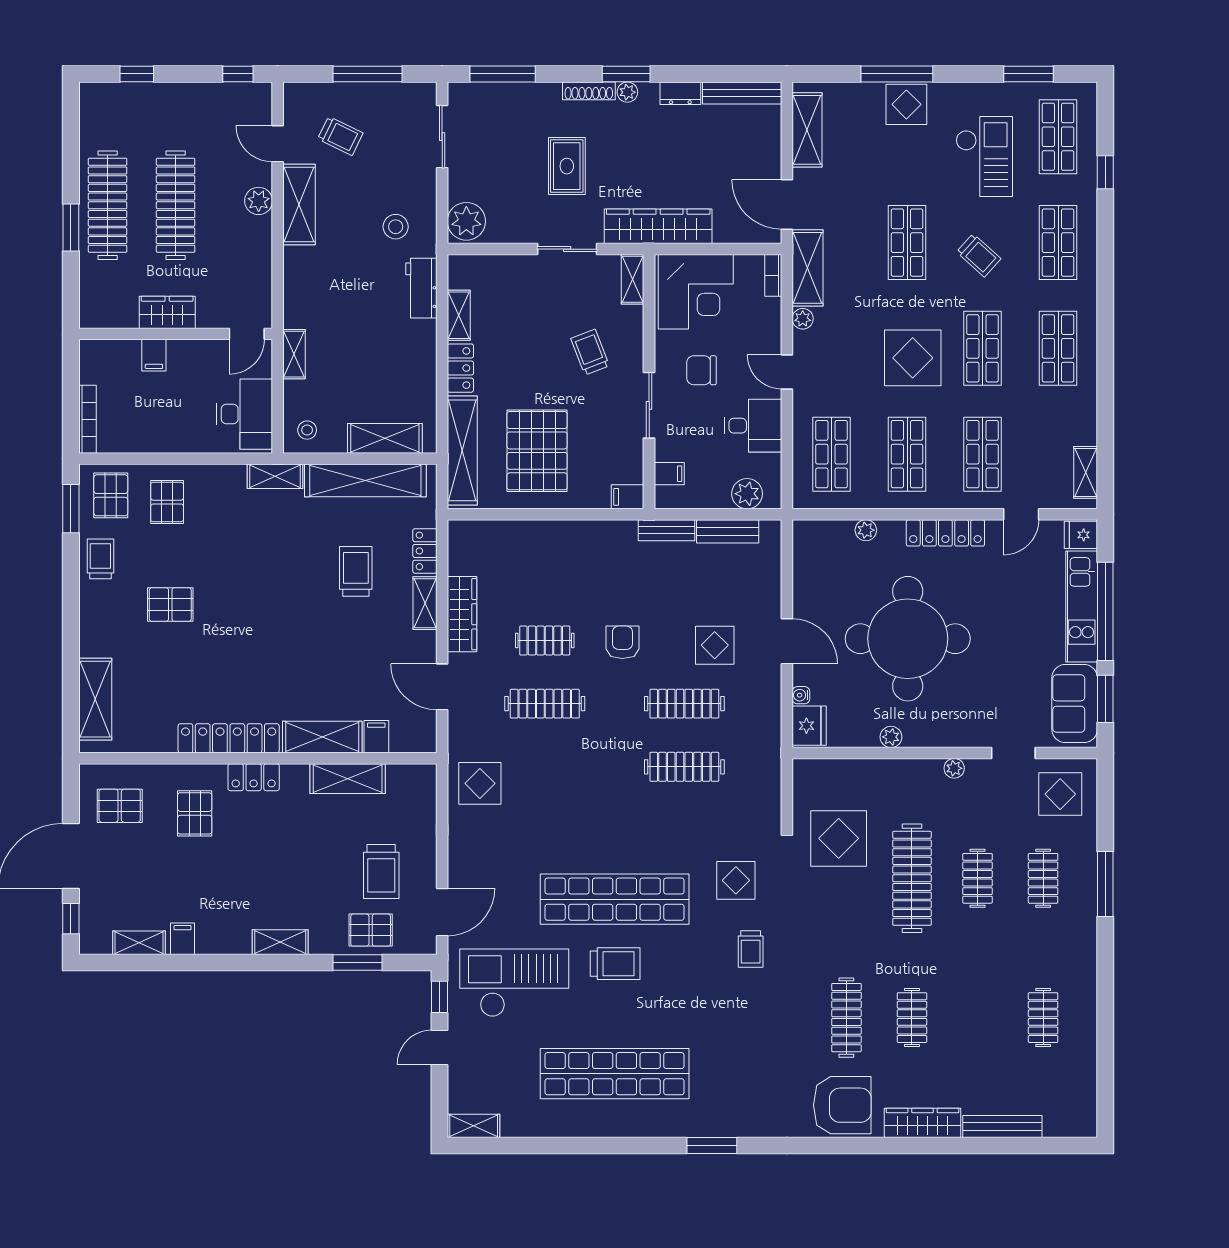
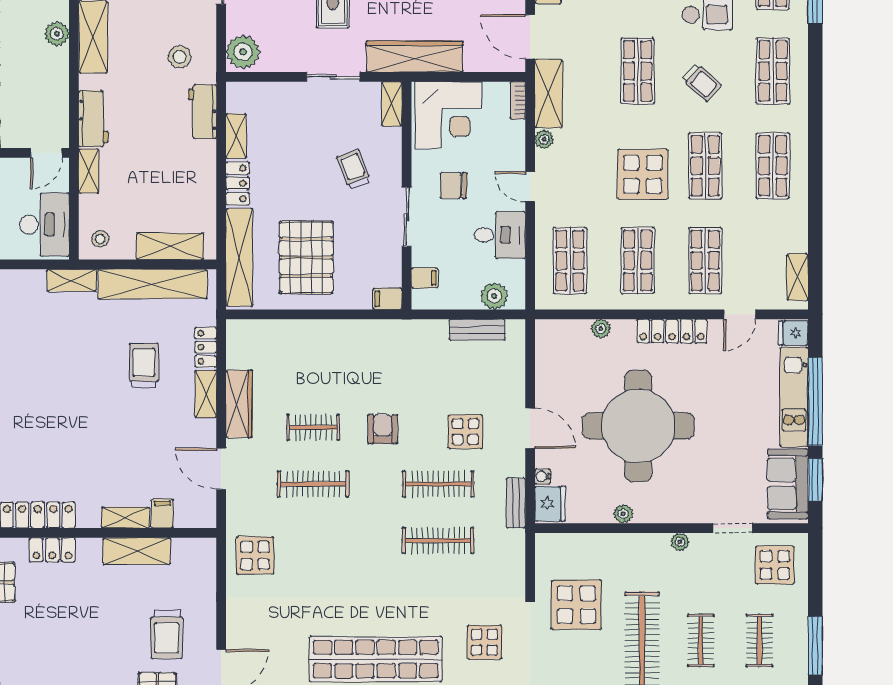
workbench: (299, 296) -> (93, 119), added
bench: (667, 530) -> (516, 503), moved, turned 90
shelving: (322, 737) -> (126, 518), width x0.67, depth x0.75

